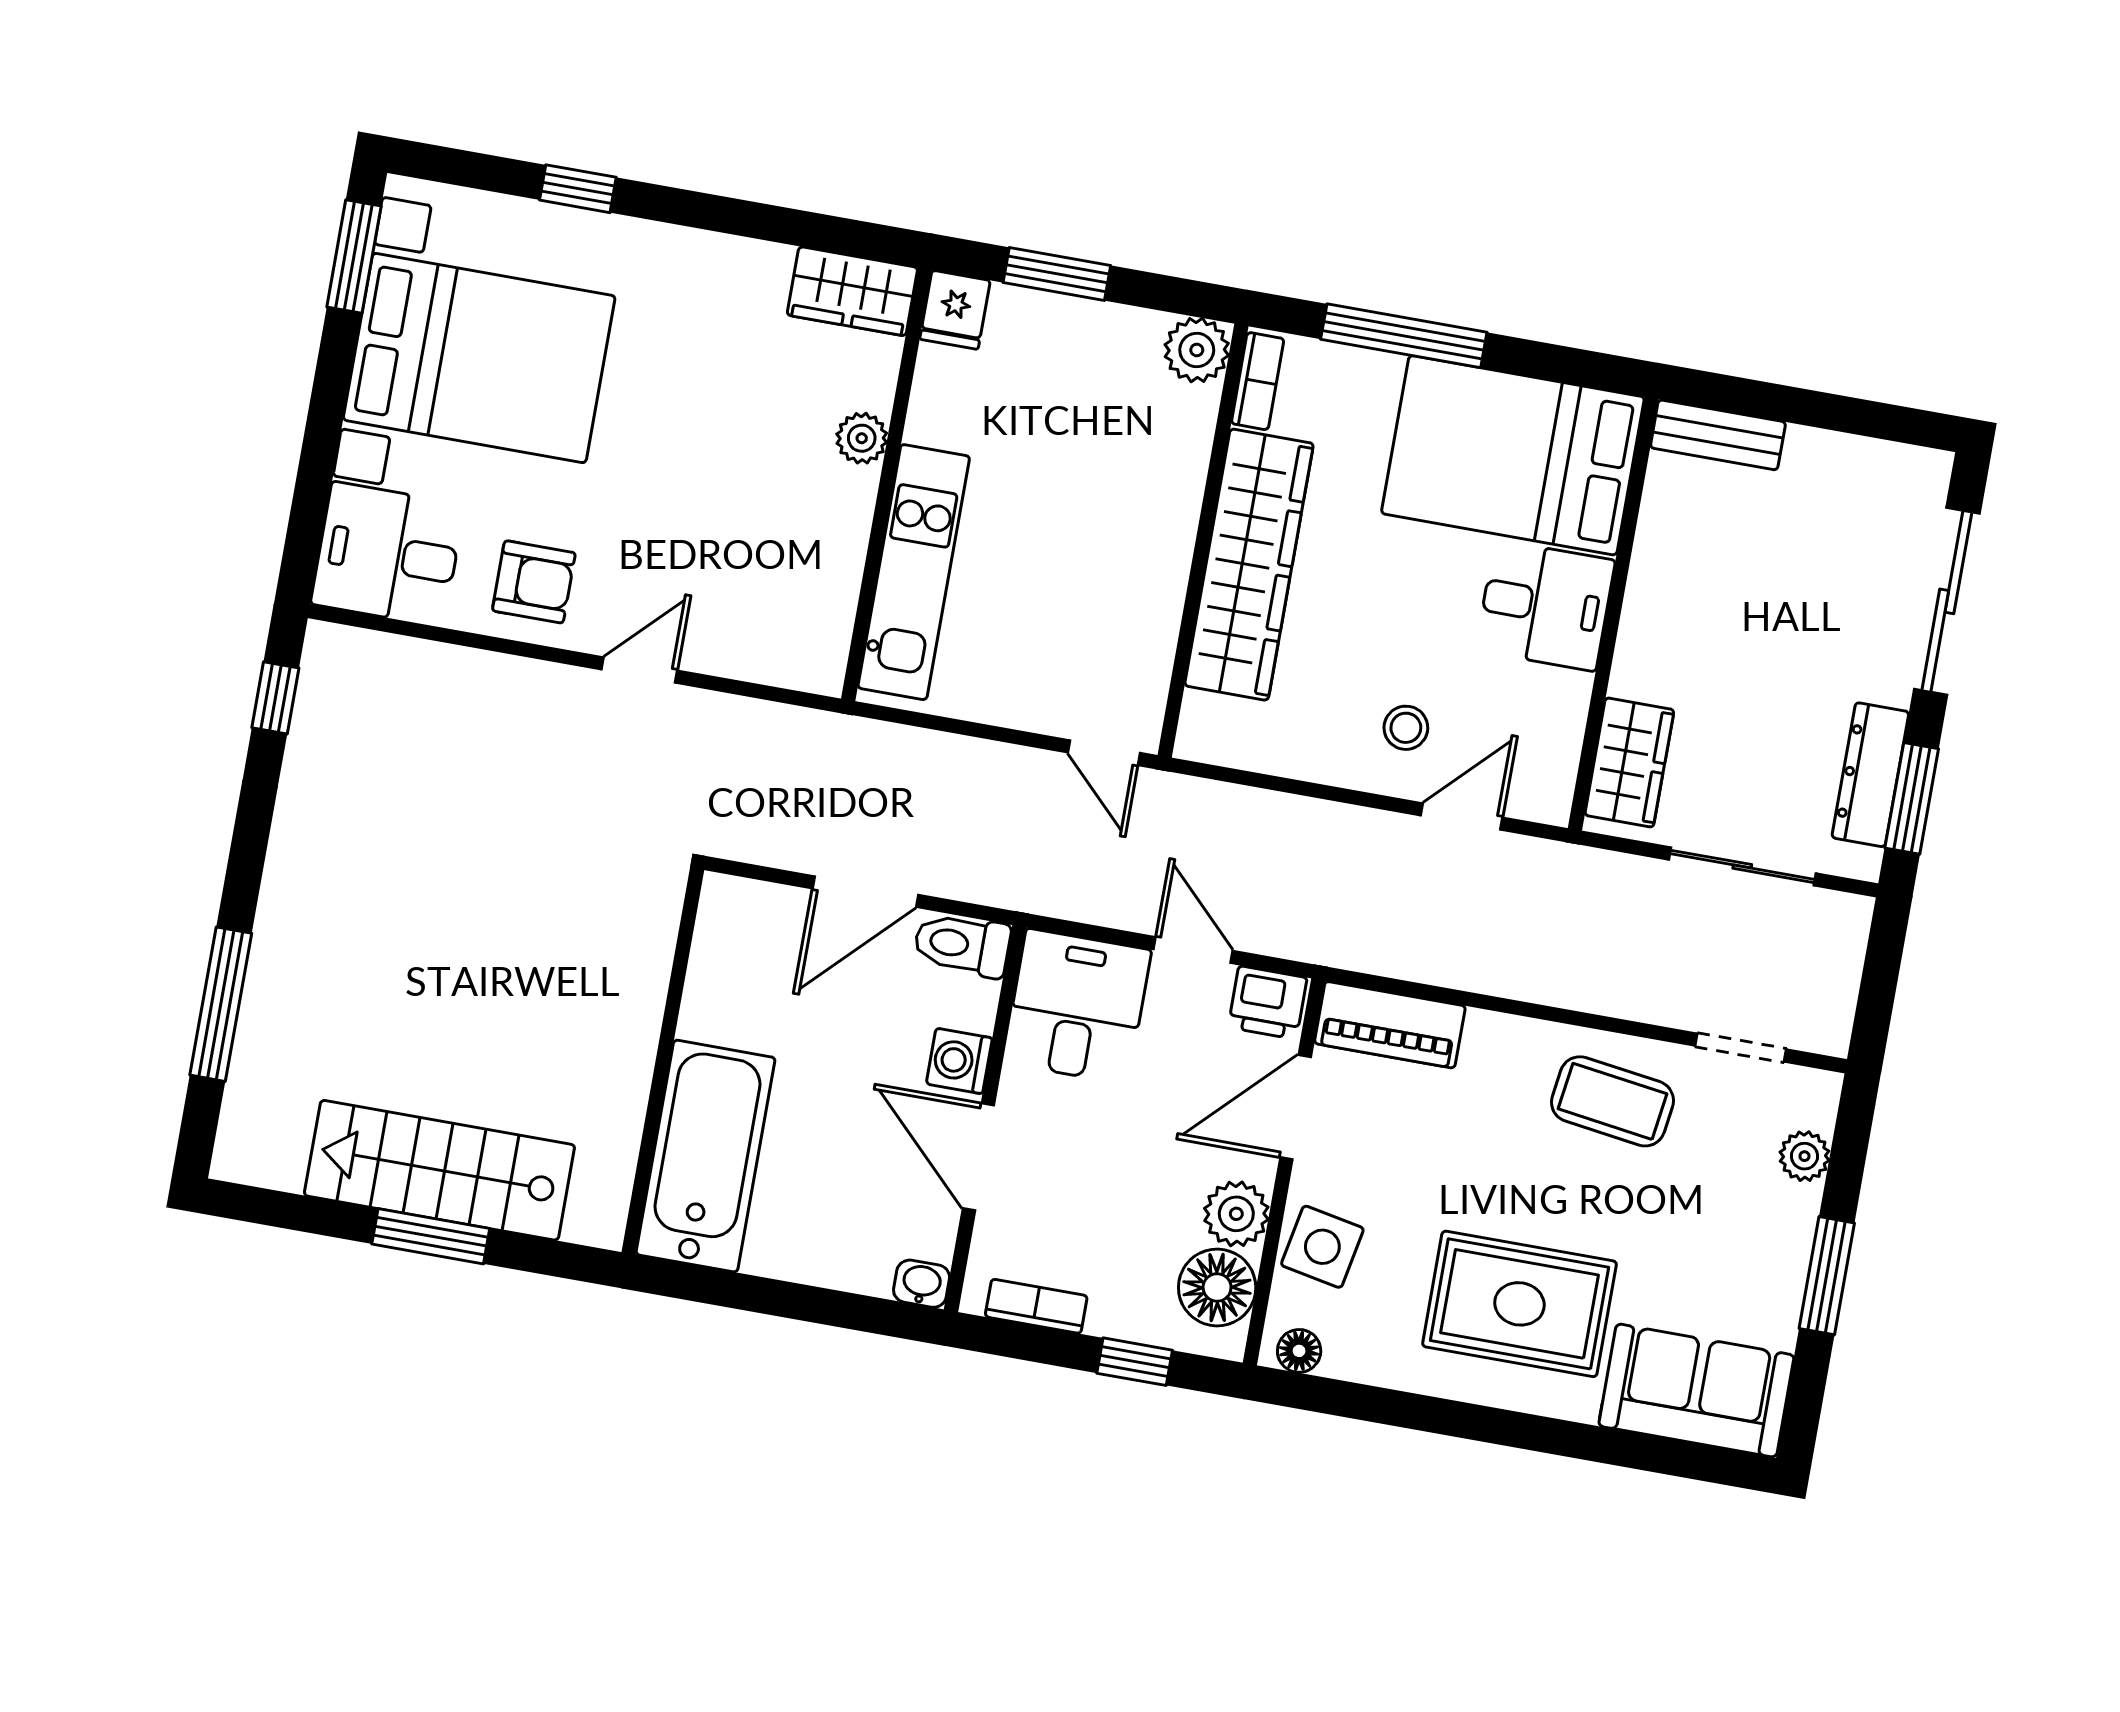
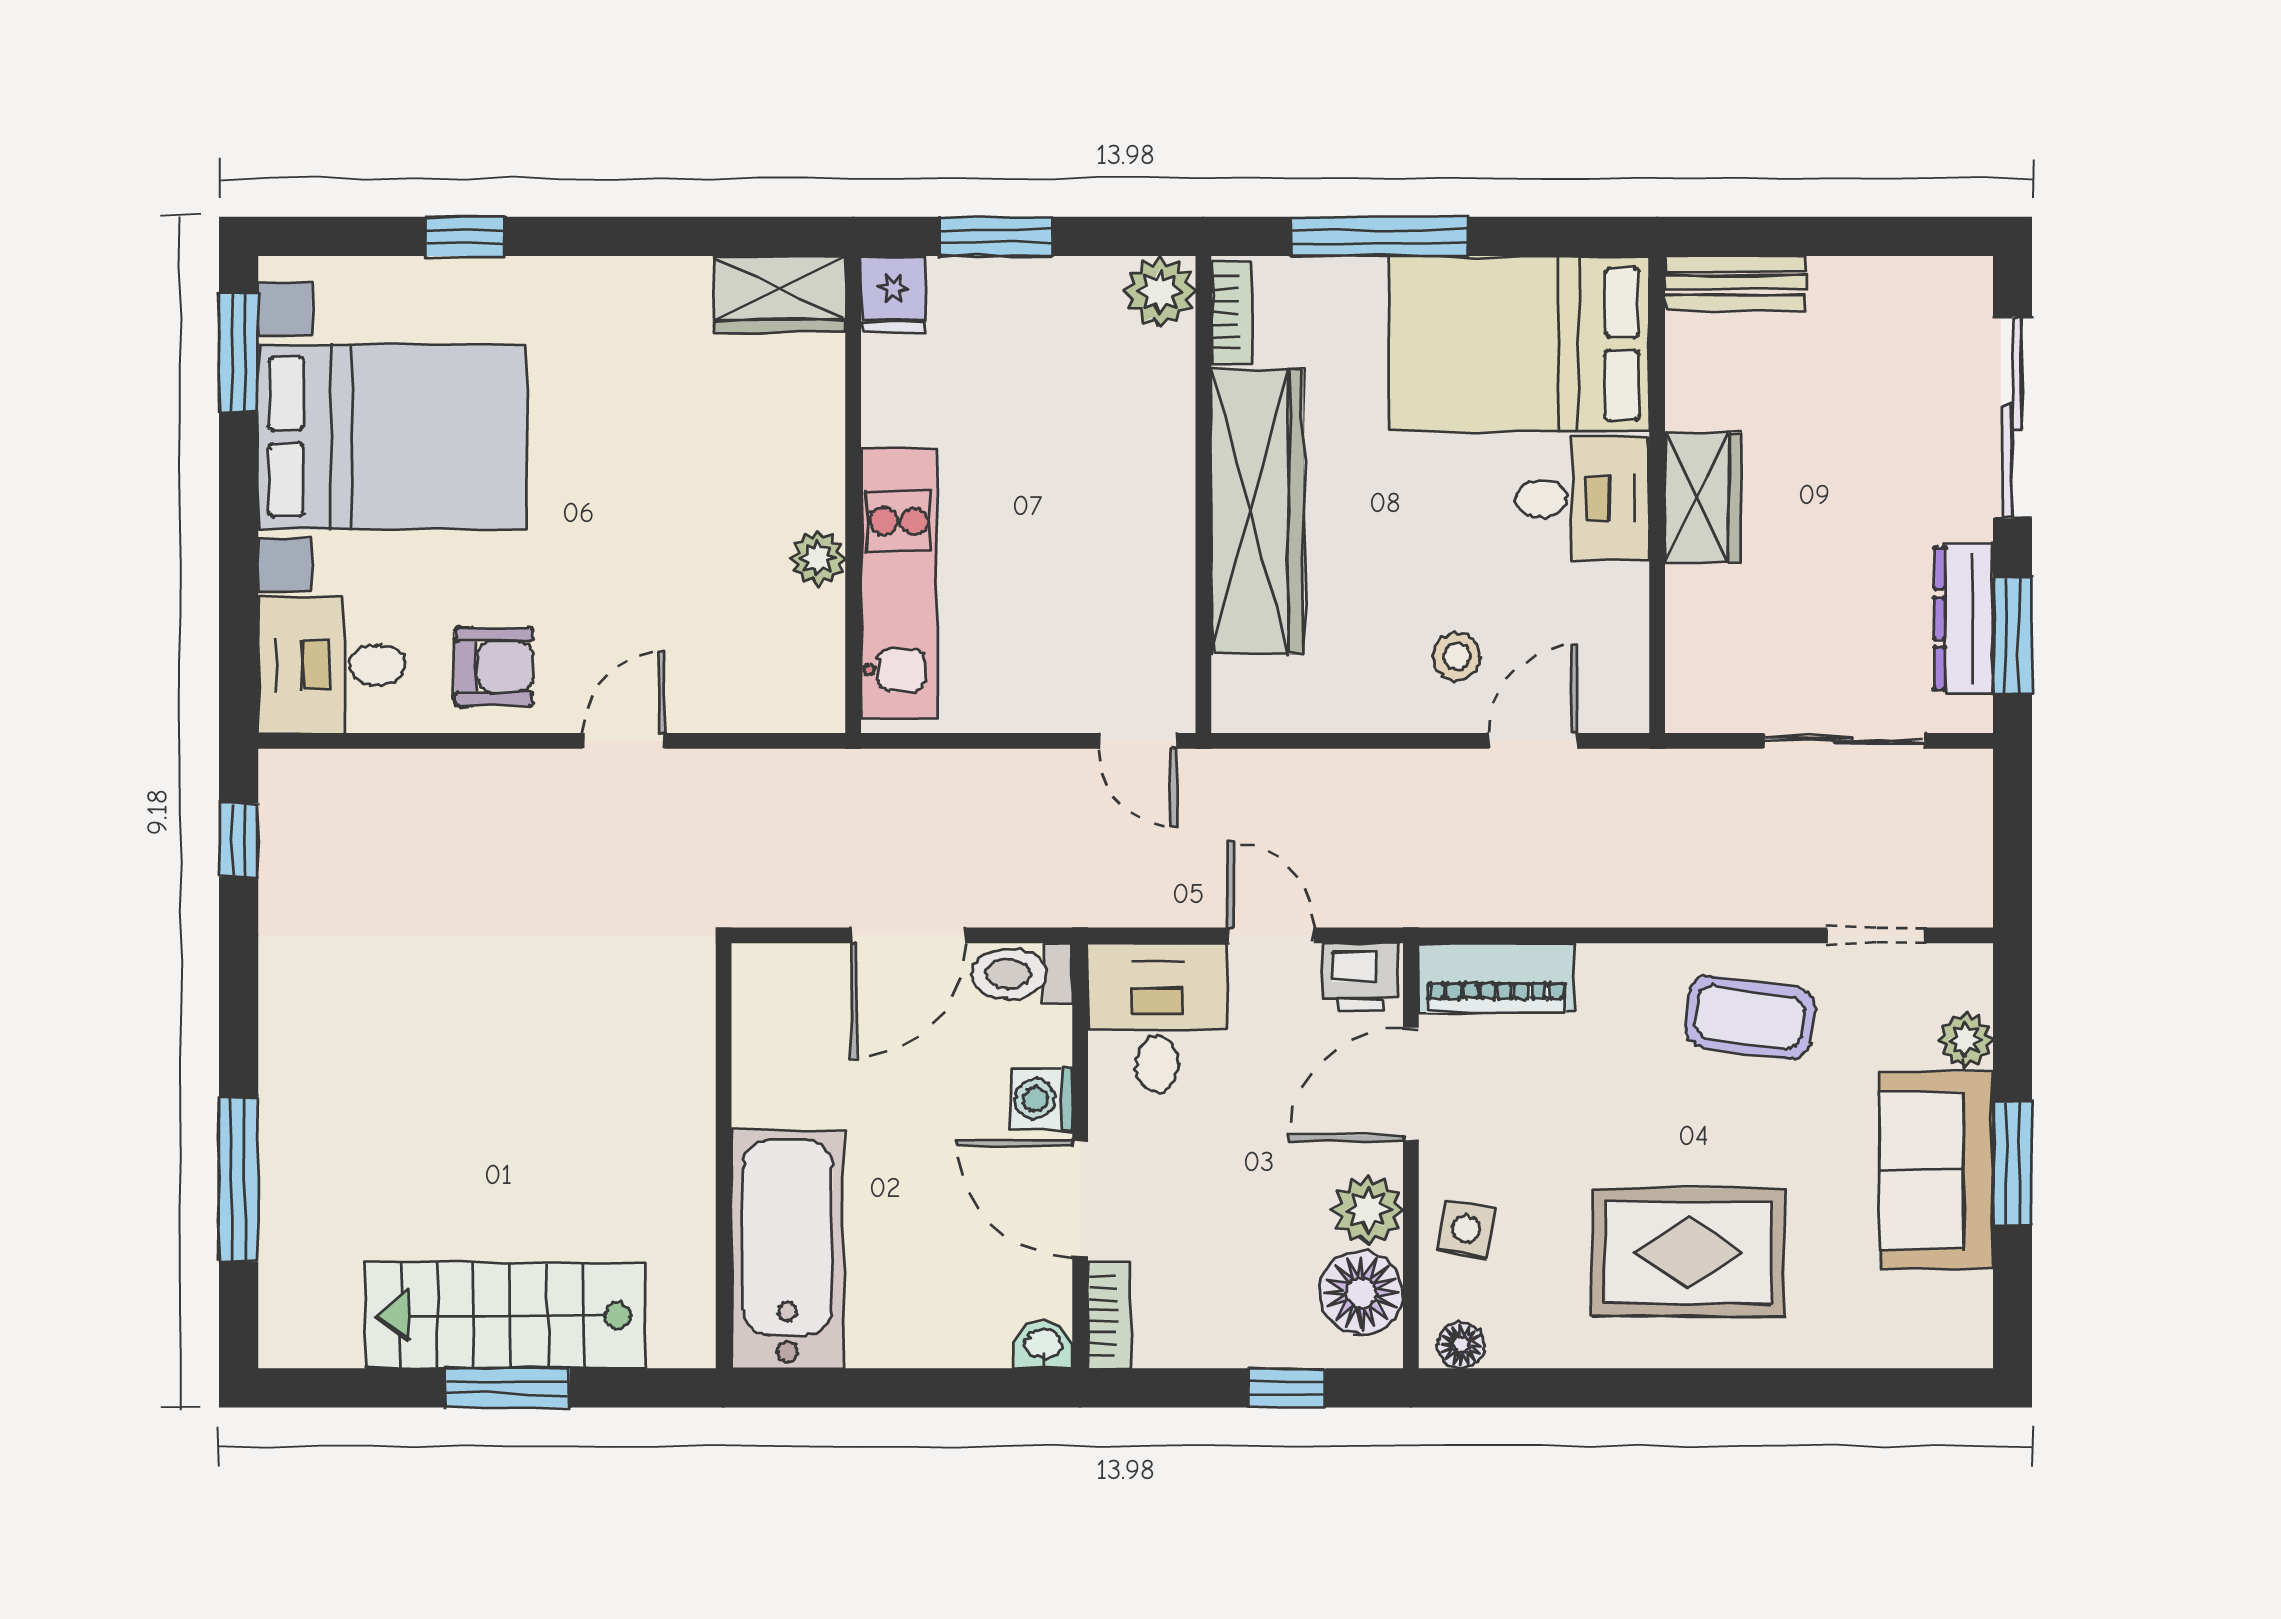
plant: (862, 438) -> (818, 558), moved
wardrobe: (1629, 762) -> (1703, 497), moved
side table: (1322, 1247) -> (1466, 1229), width x0.73, depth x0.73
bookcase: (1036, 1306) -> (1109, 1316), moved, turned 90
sofa: (1696, 1391) -> (1936, 1170), moved, turned -90

